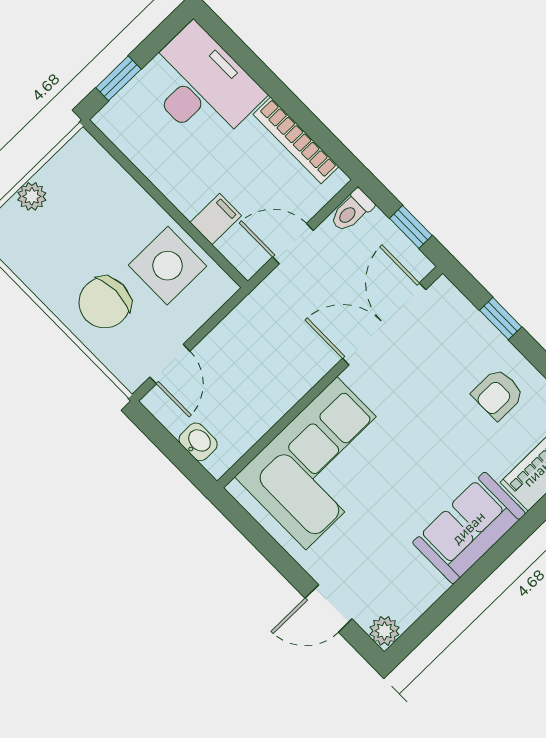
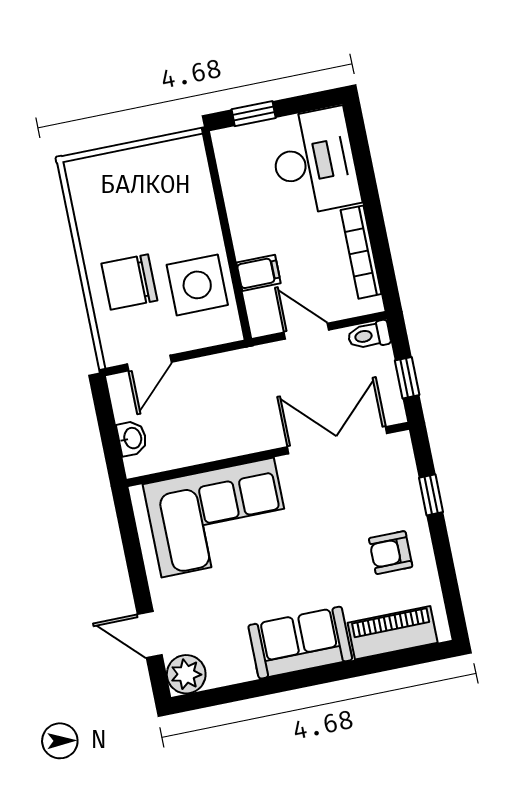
plant: (32, 196) -> (126, 162), removed
plant: (384, 631) -> (186, 674), width x1.38, depth x1.38

